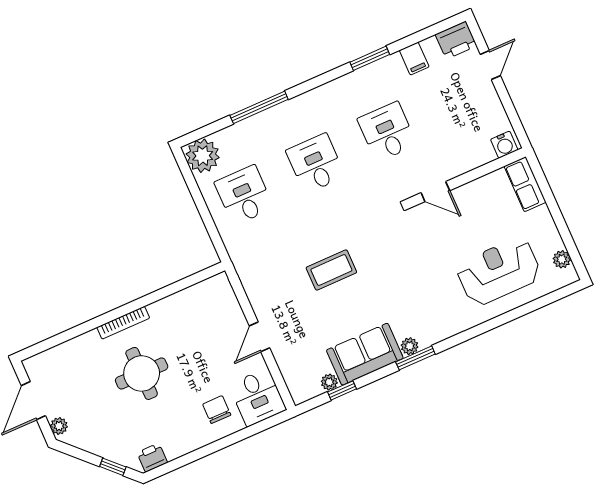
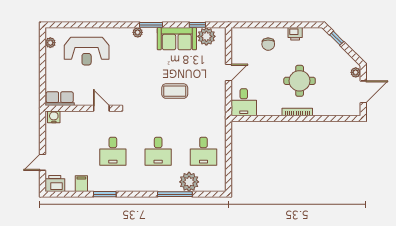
plant: (203, 156) -> (189, 182), moved
row of seats: (525, 184) -> (60, 99), moved, turned -90
plant: (410, 346) -> (138, 32), moved
plant: (329, 382) -> (206, 36), width x1.88, depth x1.88
desk: (257, 397) -> (244, 102), moved, turned 180
printer: (152, 458) -> (295, 34), moved

